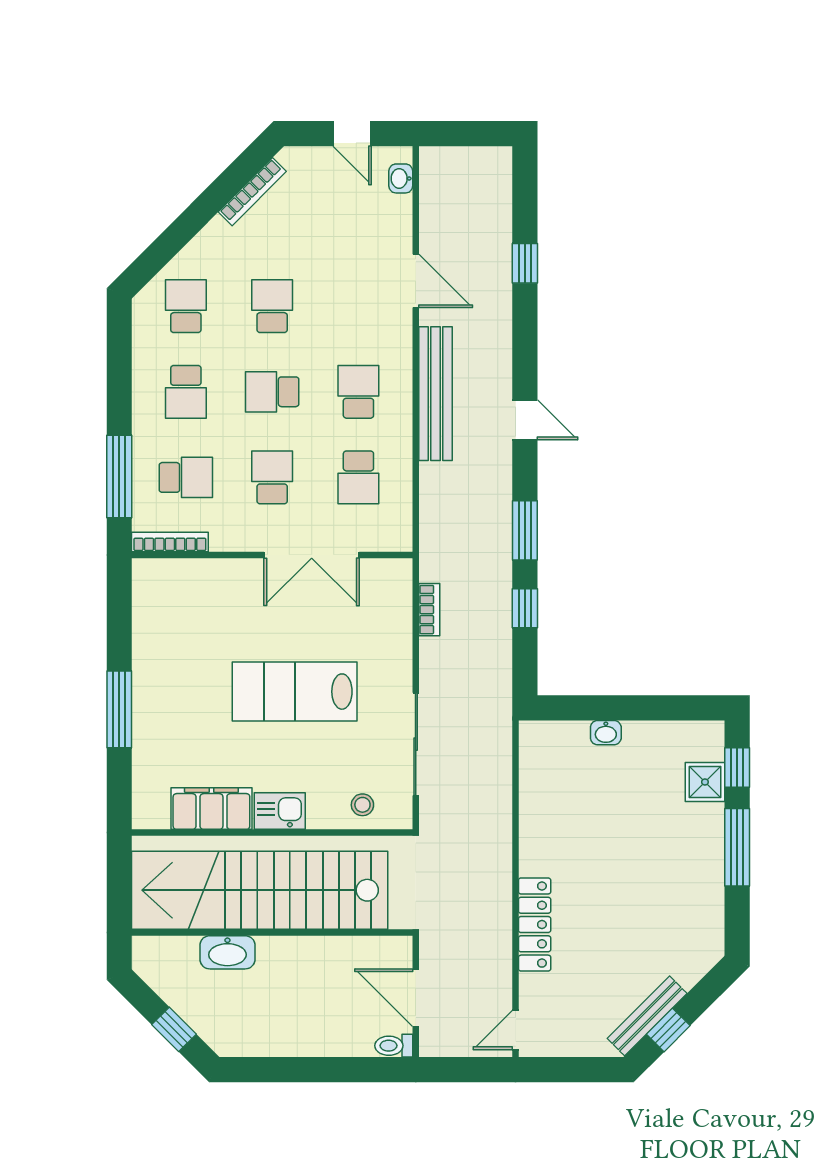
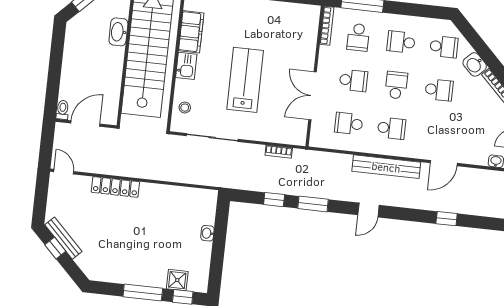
washbasin: (214, 241) -> (475, 64), added

